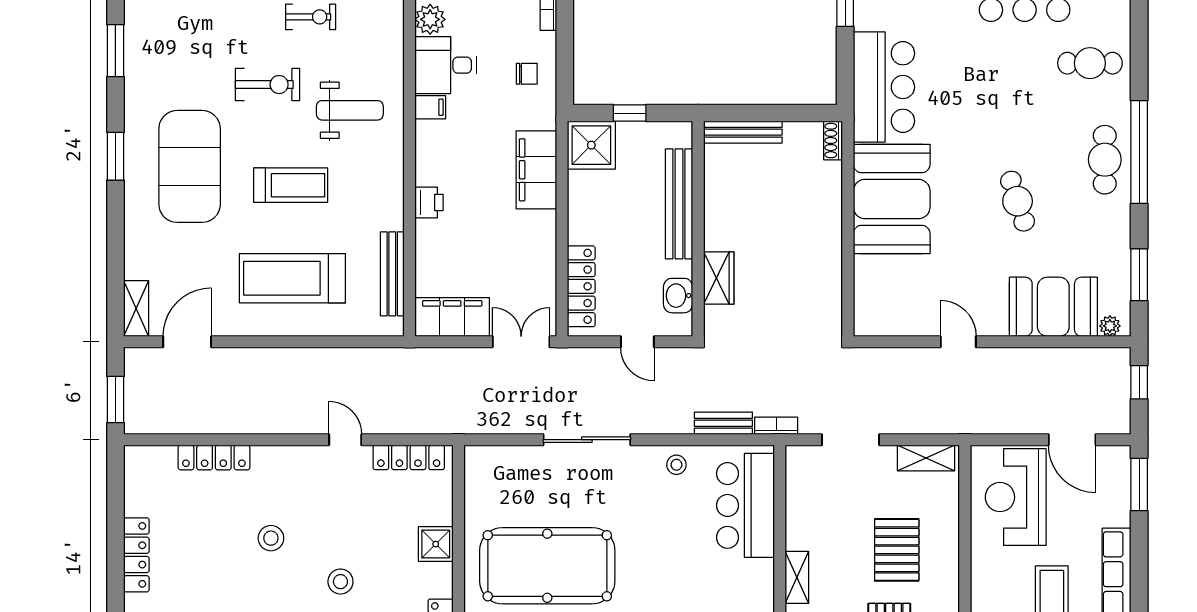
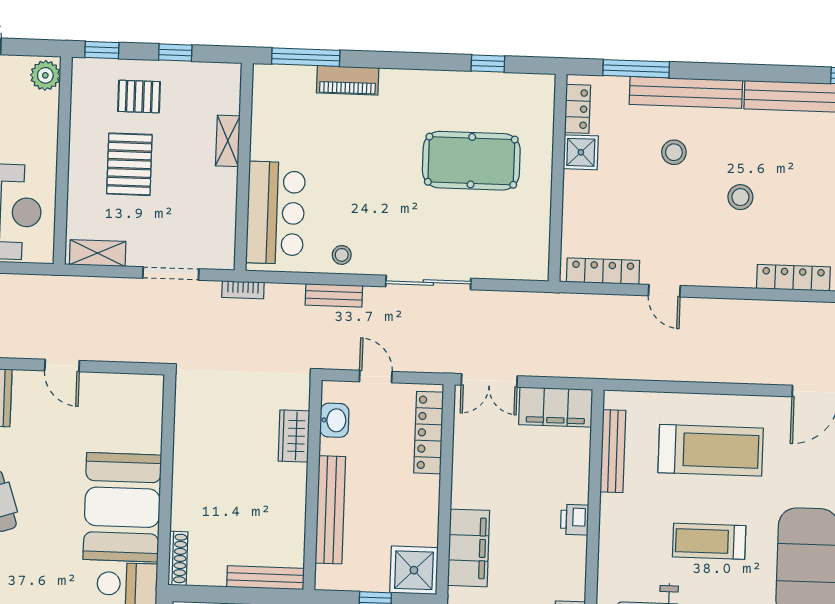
shoe rack: (833, 140) -> (178, 558), width x1.43
bench: (723, 423) -> (334, 295), moved
shower: (436, 544) -> (581, 152), moved
pool table: (547, 566) -> (471, 161), width x0.73, depth x0.76

